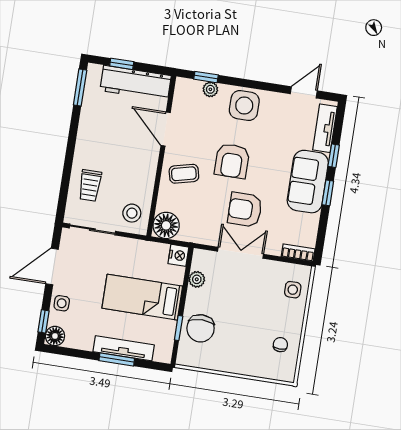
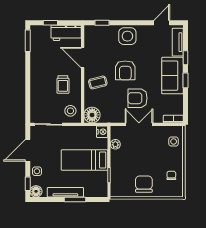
workbench: (136, 83) -> (66, 33), width x0.73
plant: (210, 89) -> (106, 30), removed
trolley: (90, 185) -> (63, 85), moved
chair: (201, 328) -> (144, 184), moved, turned 180
tv unit: (124, 348) -> (65, 192), moved

